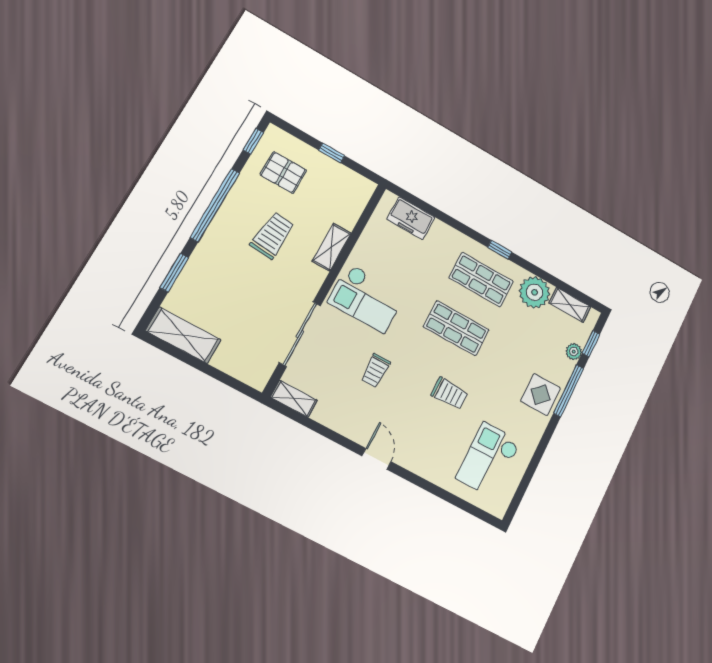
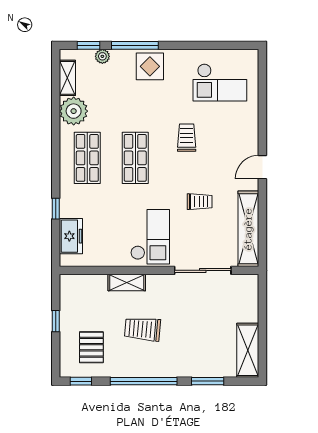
window: (500, 250) -> (56, 209), moved
shelving: (294, 399) -> (248, 229), width x2.20, depth x1.33

